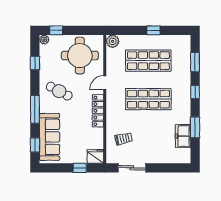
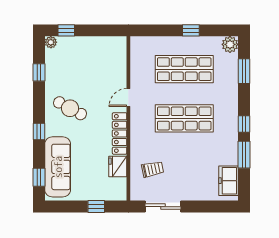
plant: (113, 41) -> (230, 44), moved
round table: (80, 56) -> (96, 63), removed
window: (195, 92) -> (244, 124), moved
window: (35, 109) -> (39, 132), width x0.46
freezer: (183, 136) -> (229, 181), moved
fridge: (95, 156) -> (118, 166), moved, turned -90

